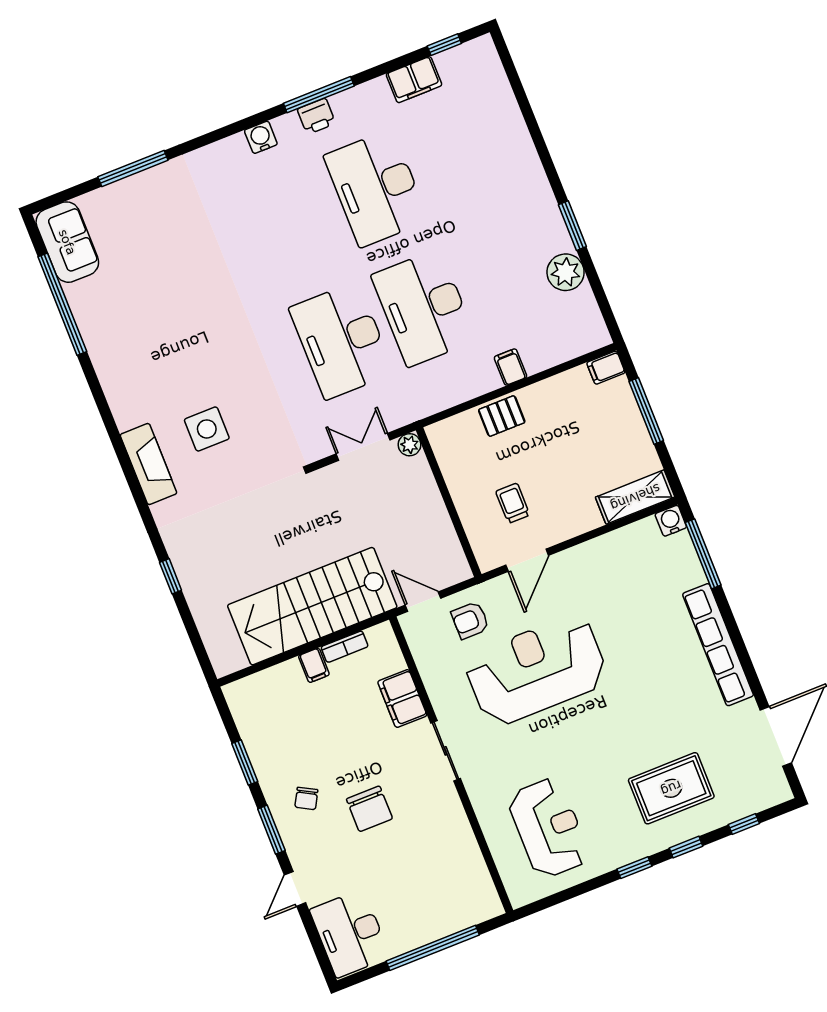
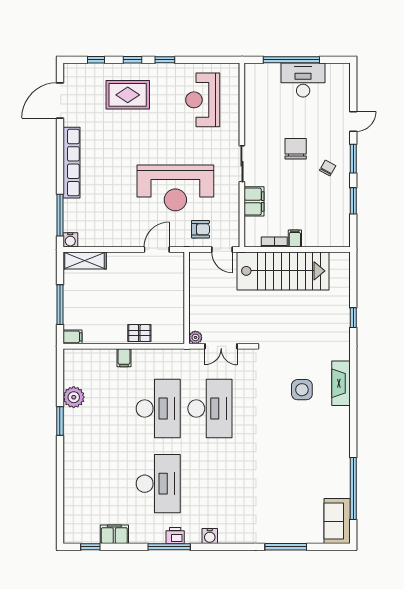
trolley: (513, 503) -> (152, 283), removed
desk: (350, 933) -> (303, 80), moved, turned -90

